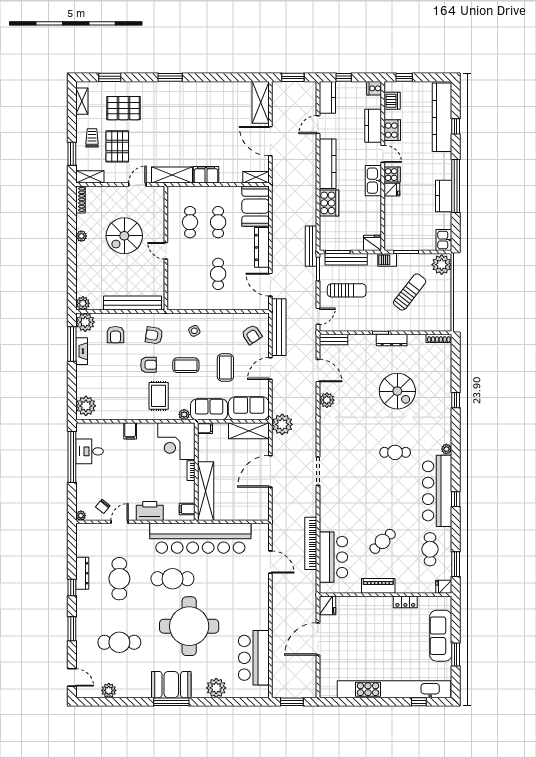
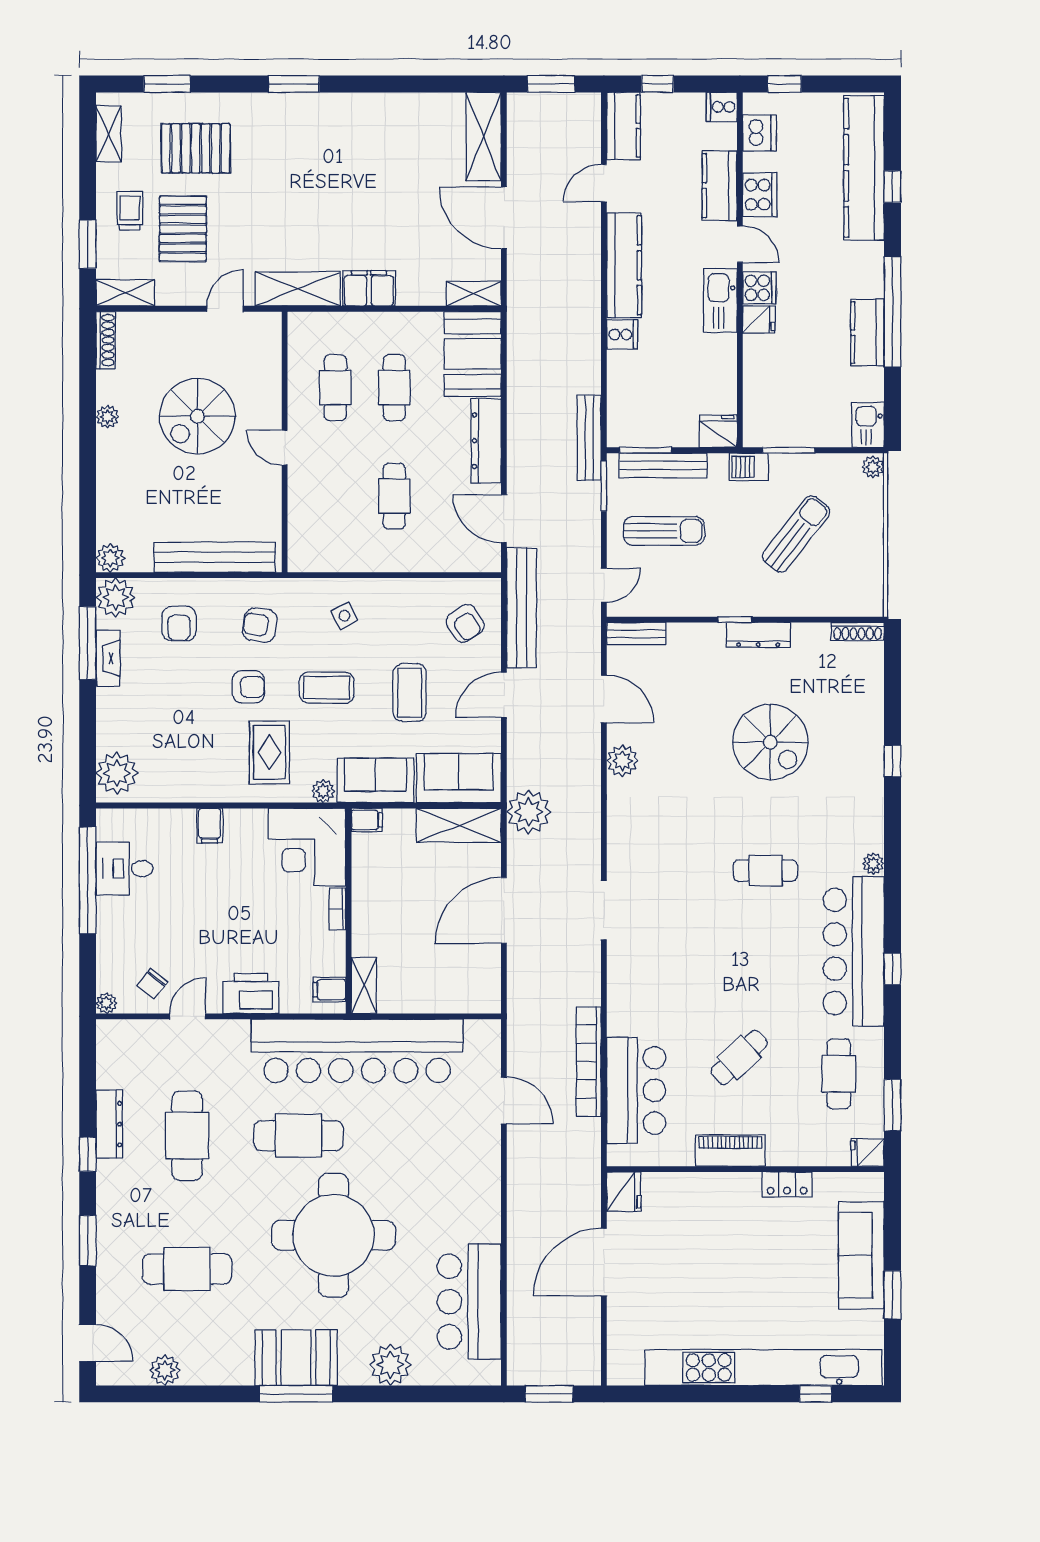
cooker: (329, 203) -> (622, 335), width x0.53, depth x0.76
plant: (442, 265) -> (873, 467), width x0.53, depth x0.53
shelving: (206, 491) -> (364, 985), width x0.45, depth x0.75

